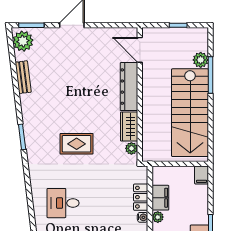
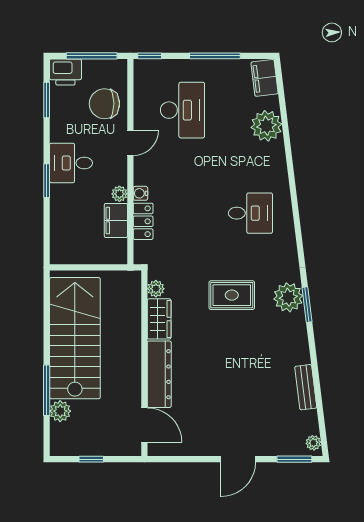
plant: (23, 41) -> (313, 443), width x0.53, depth x0.53
plant: (36, 142) -> (288, 297), added
filing cabinet: (202, 175) -> (59, 252), removed

